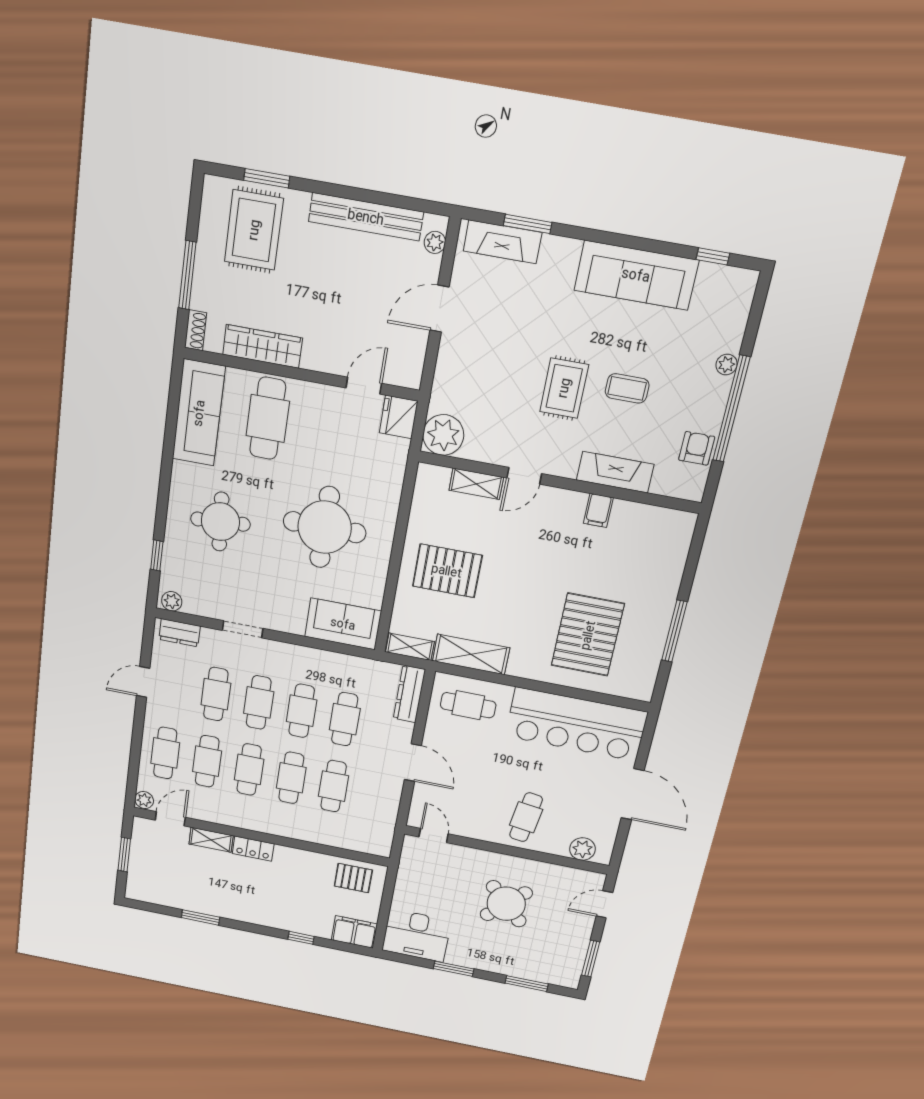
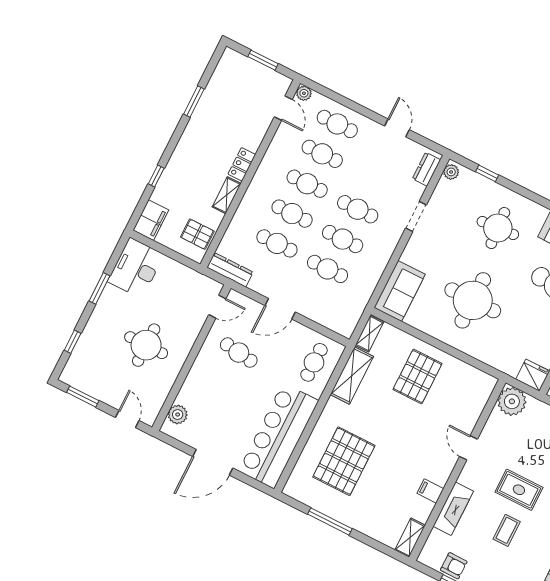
shelving: (476, 484) -> (410, 538), moved
pallet: (588, 635) -> (344, 461), turned 90
cafe table: (216, 694) -> (373, 179), removed
dresser: (409, 694) -> (230, 270), moved
cafe table: (526, 817) -> (239, 353), moved
shelving: (211, 840) -> (227, 195), moved
pallet: (353, 878) -> (197, 234), turned 90
round table: (506, 904) -> (146, 345), turned 45
window: (527, 984) -> (73, 342), width x0.67

